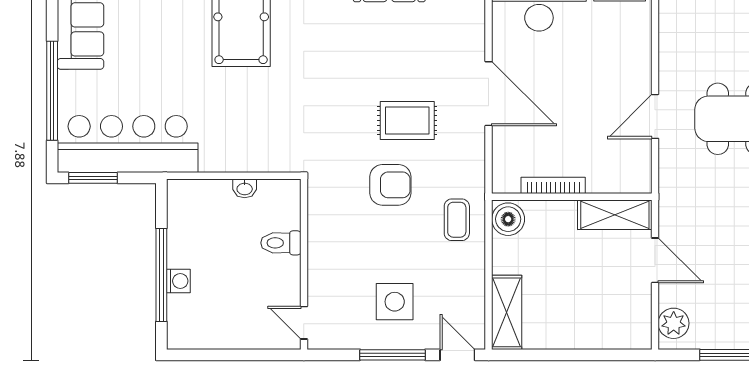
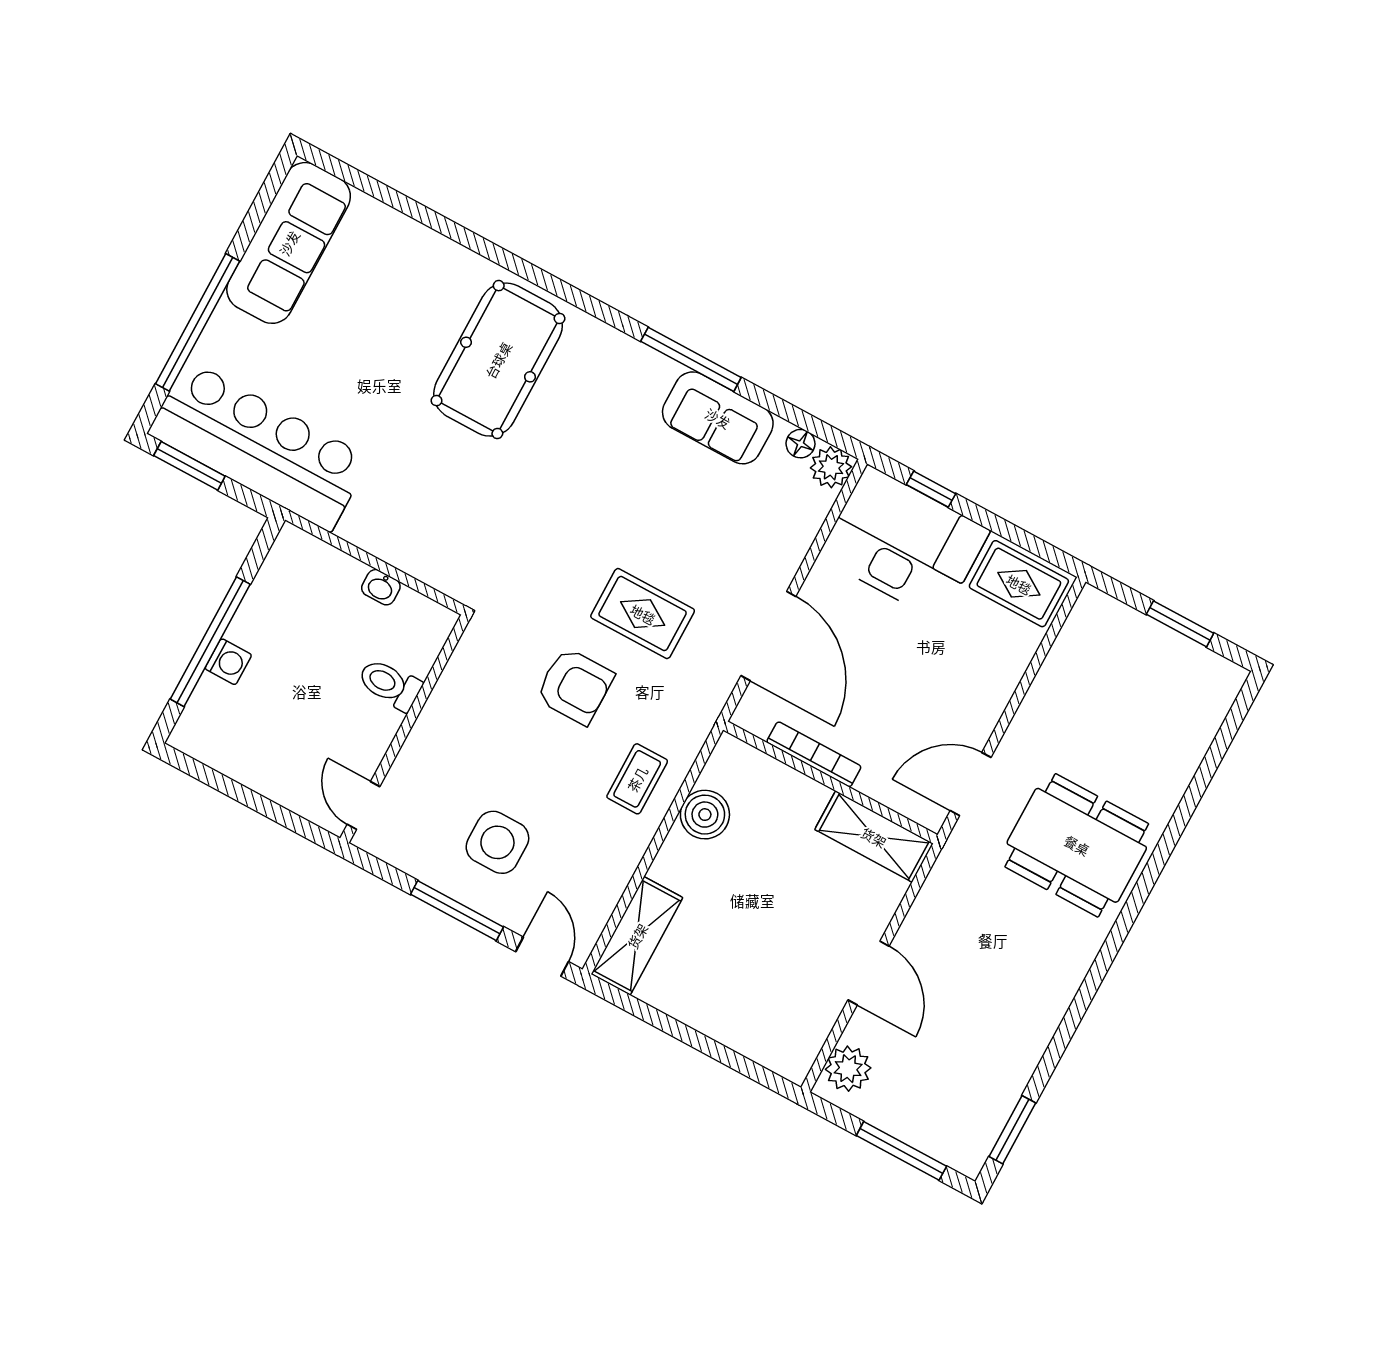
bookcase: (553, 185) -> (814, 754), moved
wall: (572, 197) -> (830, 782), moved
shelving: (615, 215) -> (874, 837), moved

